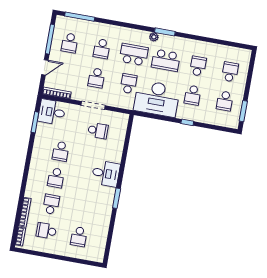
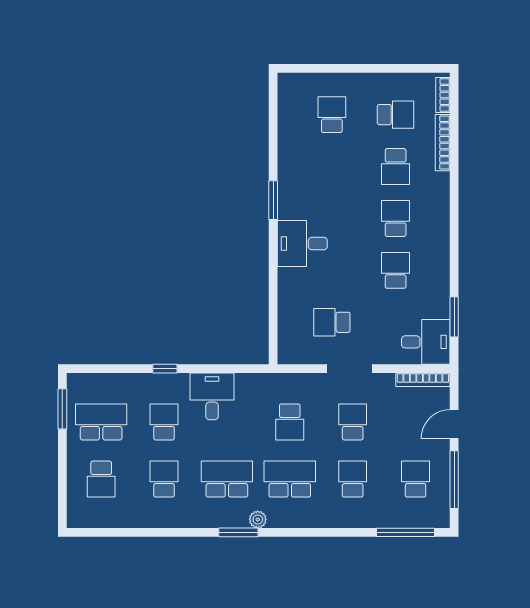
school desk: (134, 55) -> (290, 479), turned 180
school desk: (198, 66) -> (164, 479), turned 180
desk: (157, 98) -> (212, 396), width x0.53, depth x0.77
school desk: (225, 101) -> (101, 422), width x1.85

